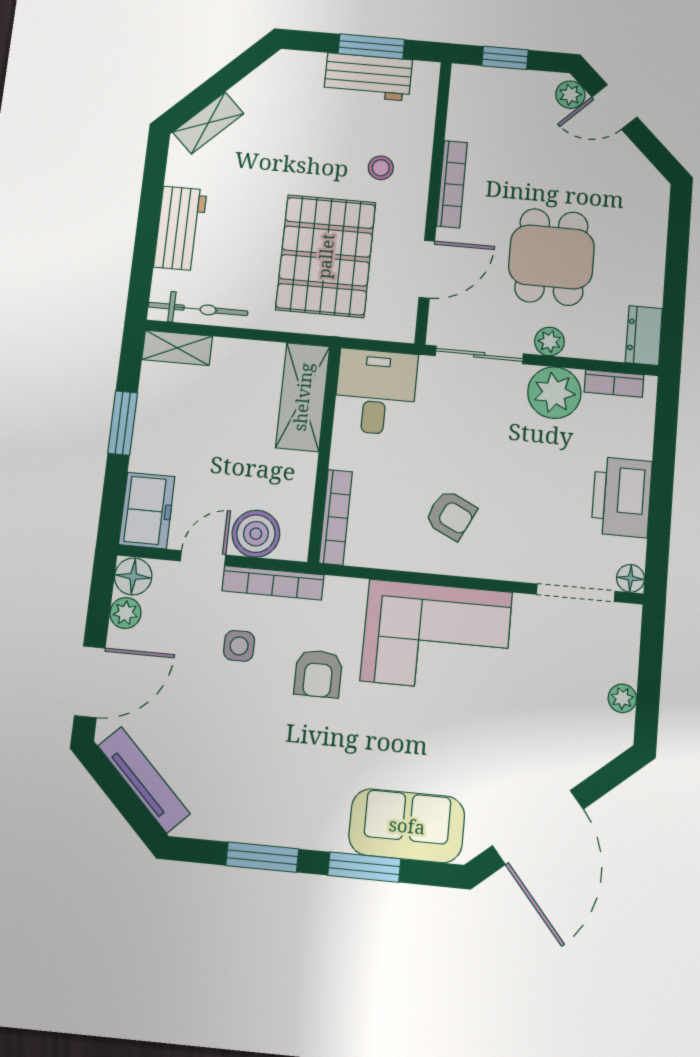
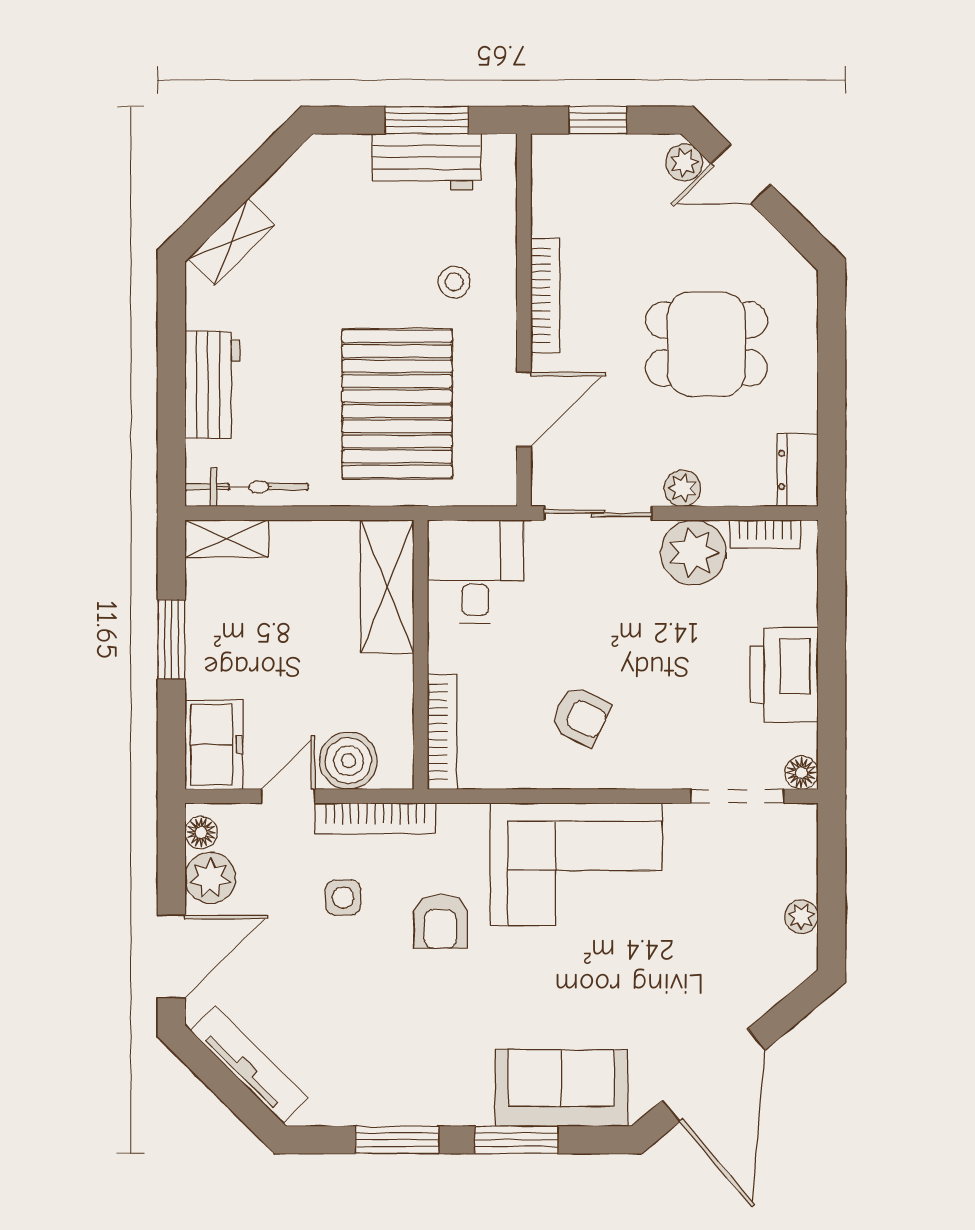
dining table: (551, 257) -> (706, 344), moved, turned 90
floor lamp: (133, 576) -> (201, 832), width x0.73, depth x0.73
plant: (125, 613) -> (210, 878), width x1.38, depth x1.38

